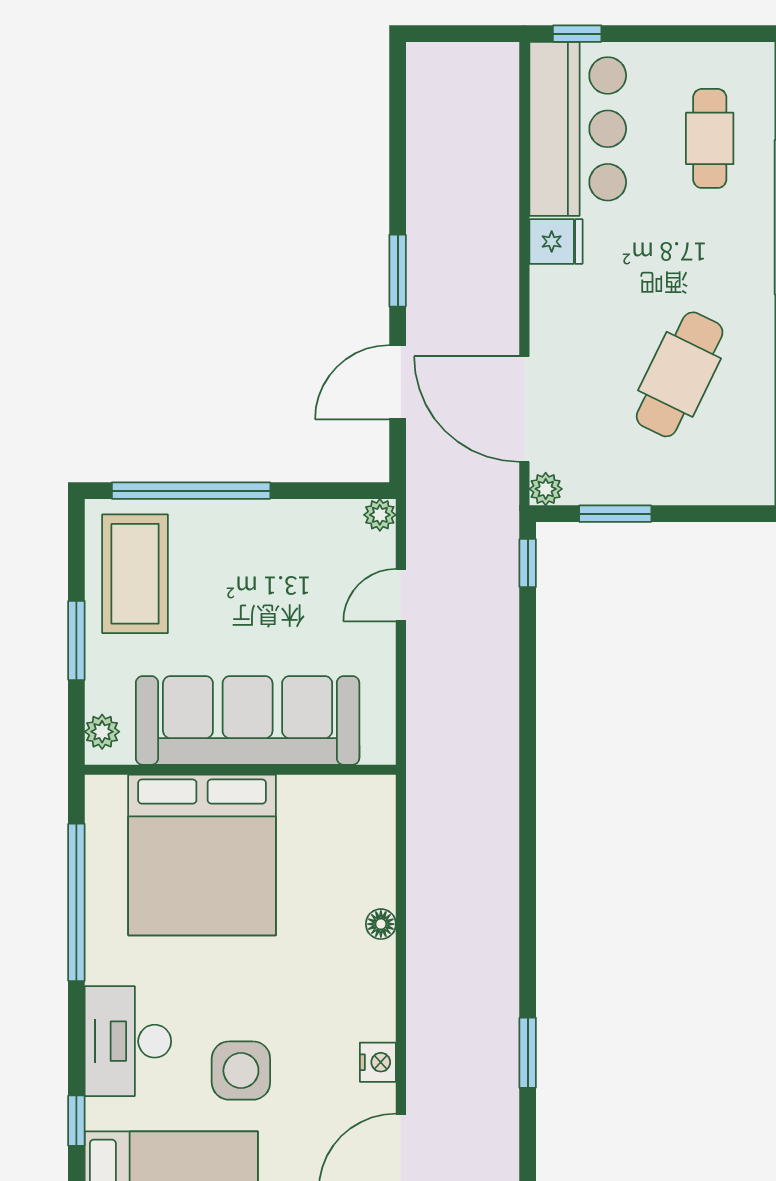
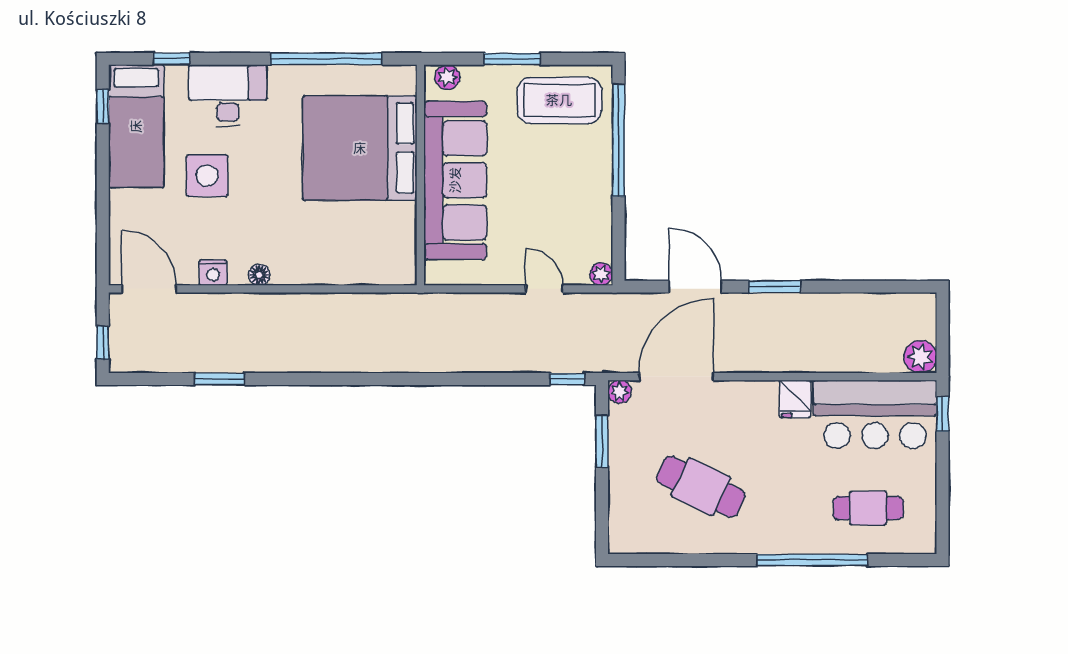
plant: (496, 65) -> (920, 357), added
floor lamp: (381, 924) -> (259, 275), moved

